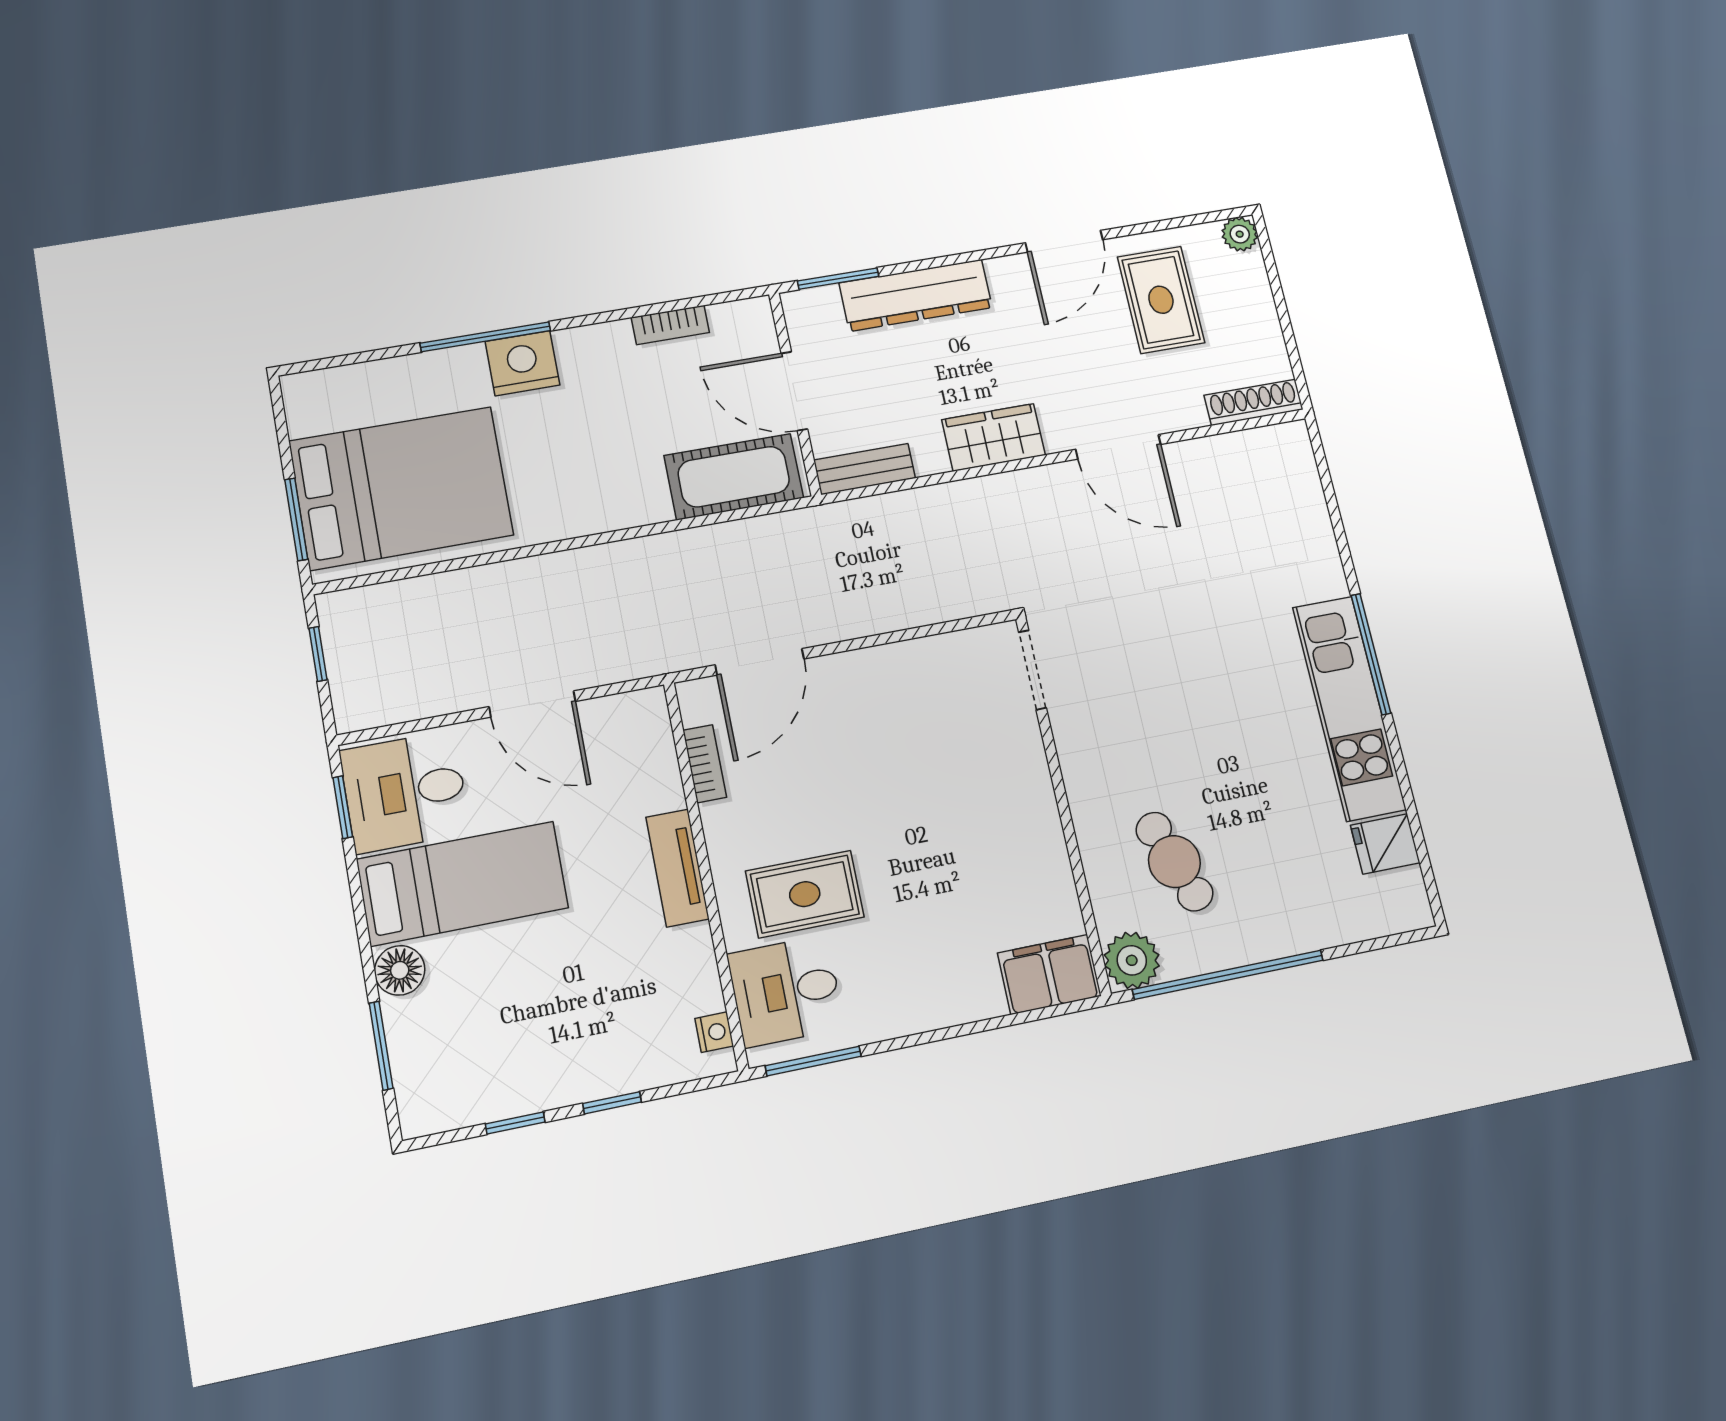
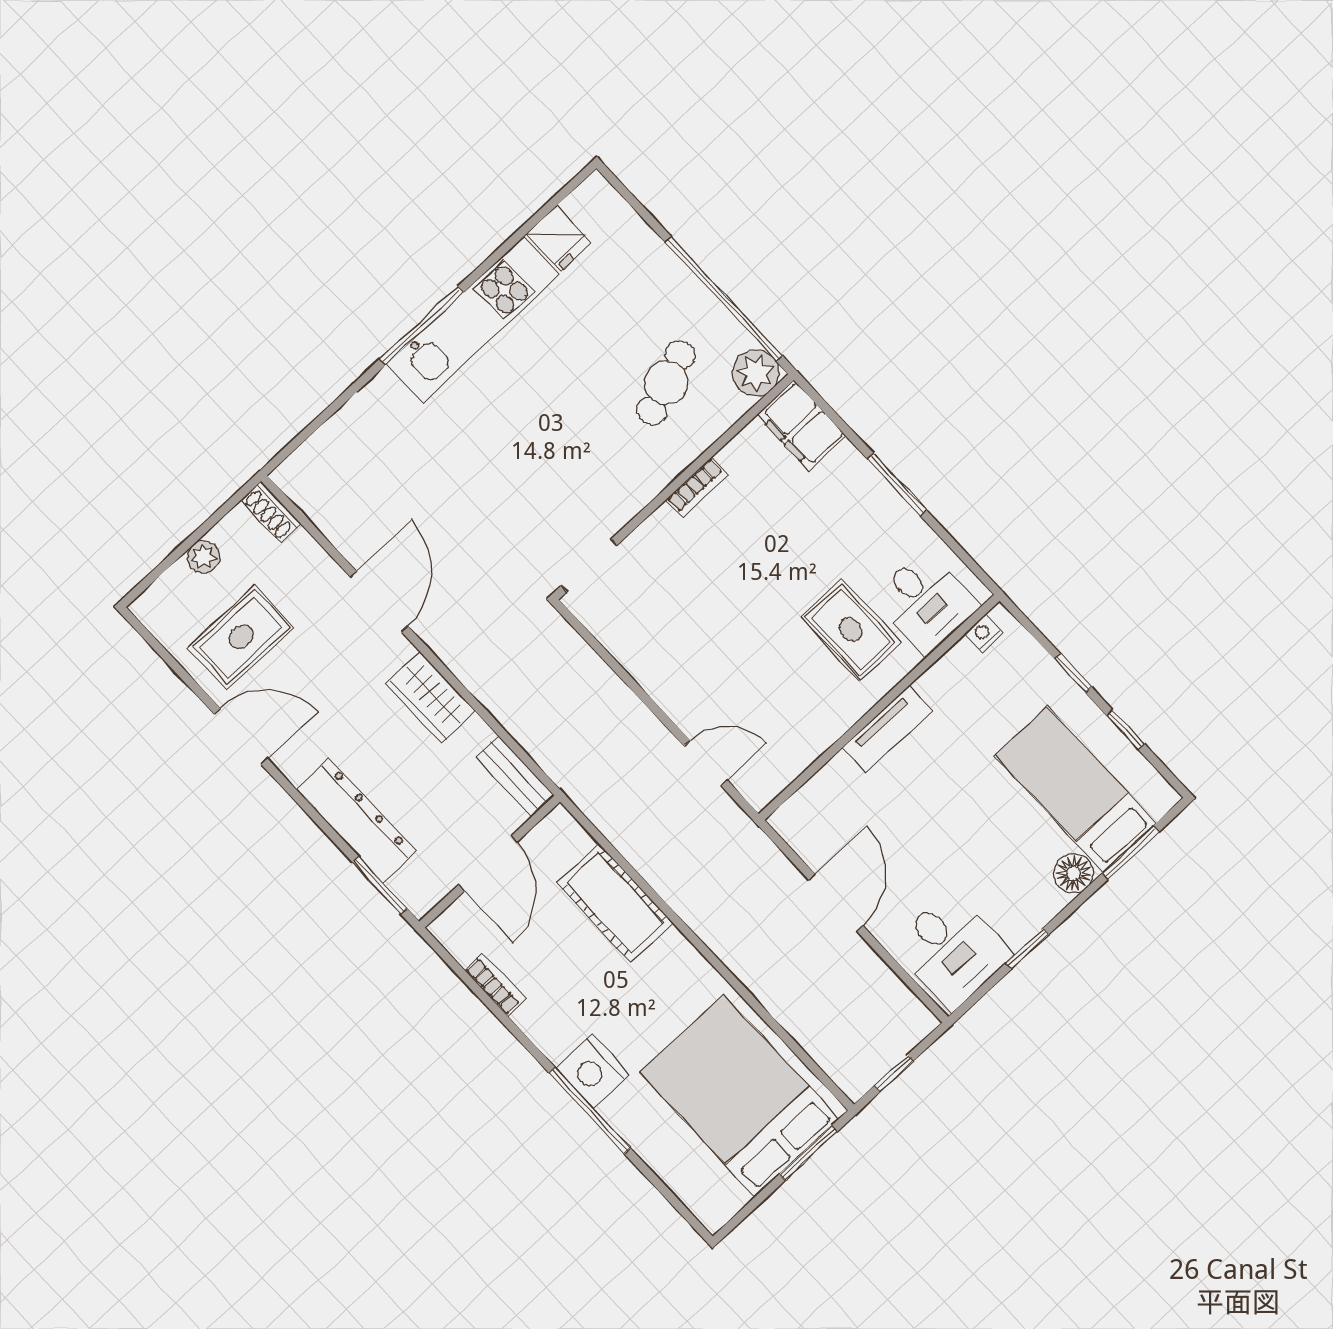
plant: (1240, 234) -> (203, 557), moved
shoe rack: (1254, 402) -> (271, 512), width x0.70
cot: (734, 477) -> (615, 903), moved
door: (760, 662) -> (706, 763), width x0.73
bookcase: (705, 764) -> (697, 487), moved, turned 180
window: (343, 807) -> (1027, 949), moved
bed: (462, 884) -> (1075, 789), moved
window: (813, 1061) -> (897, 485), moved

